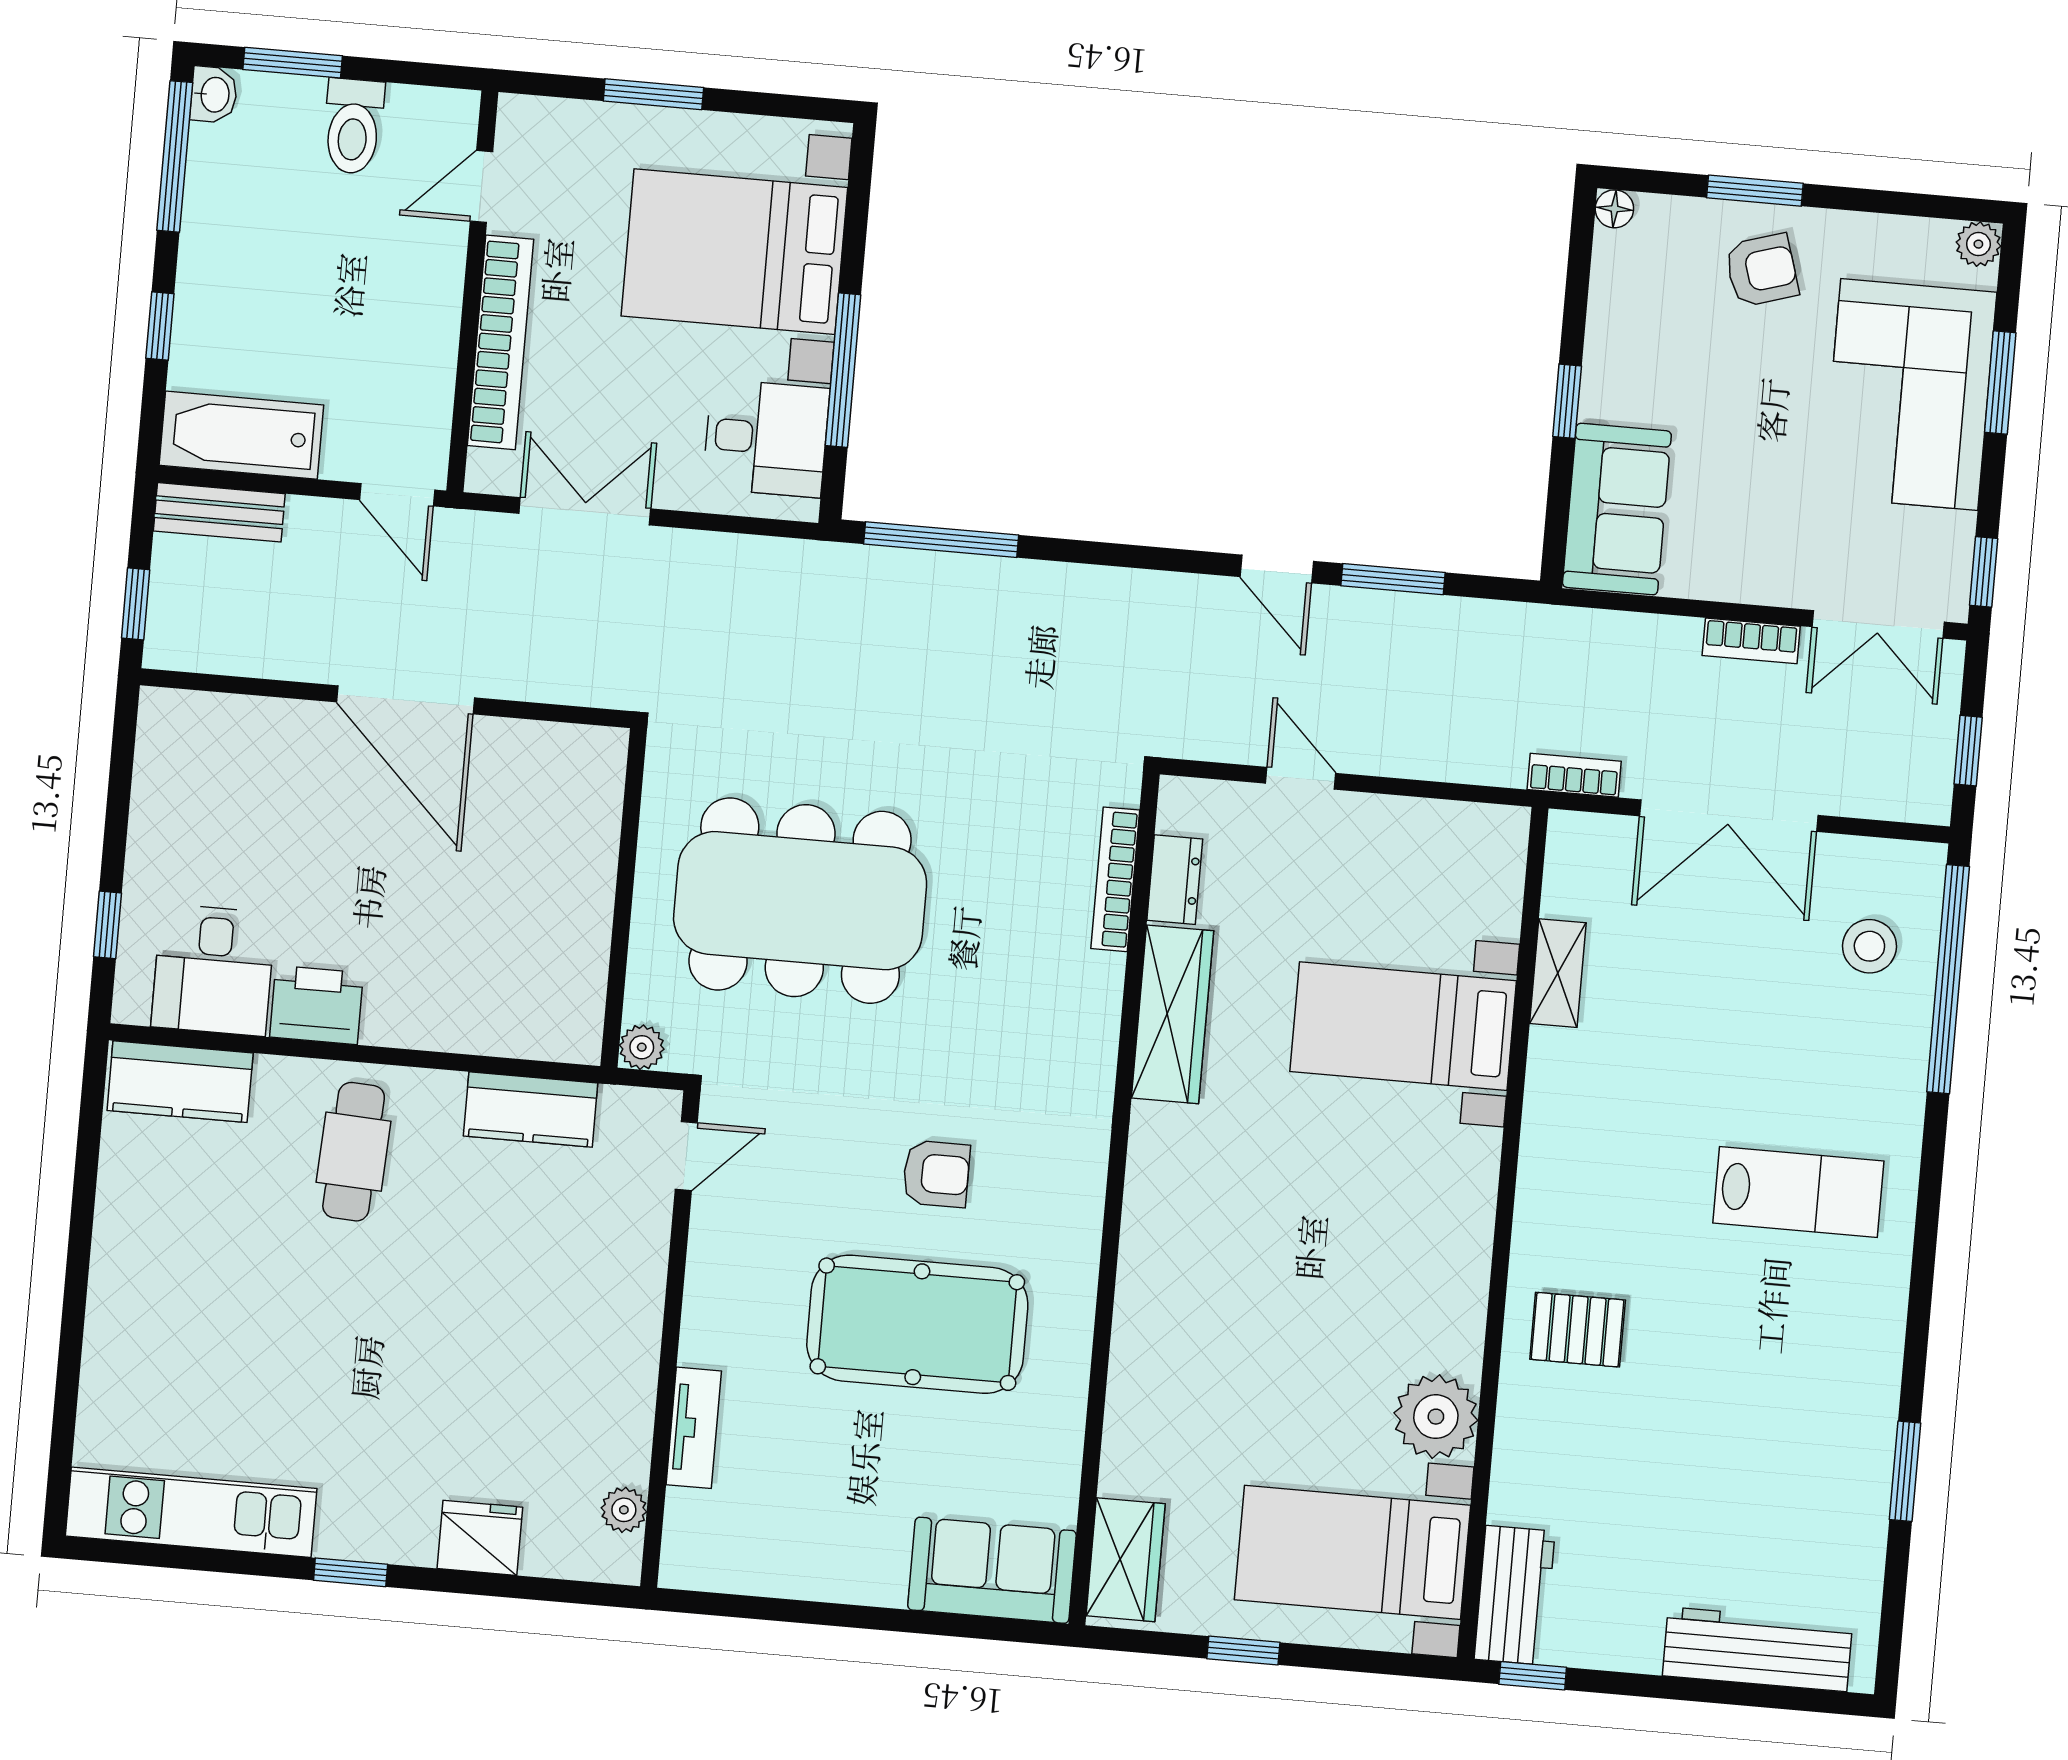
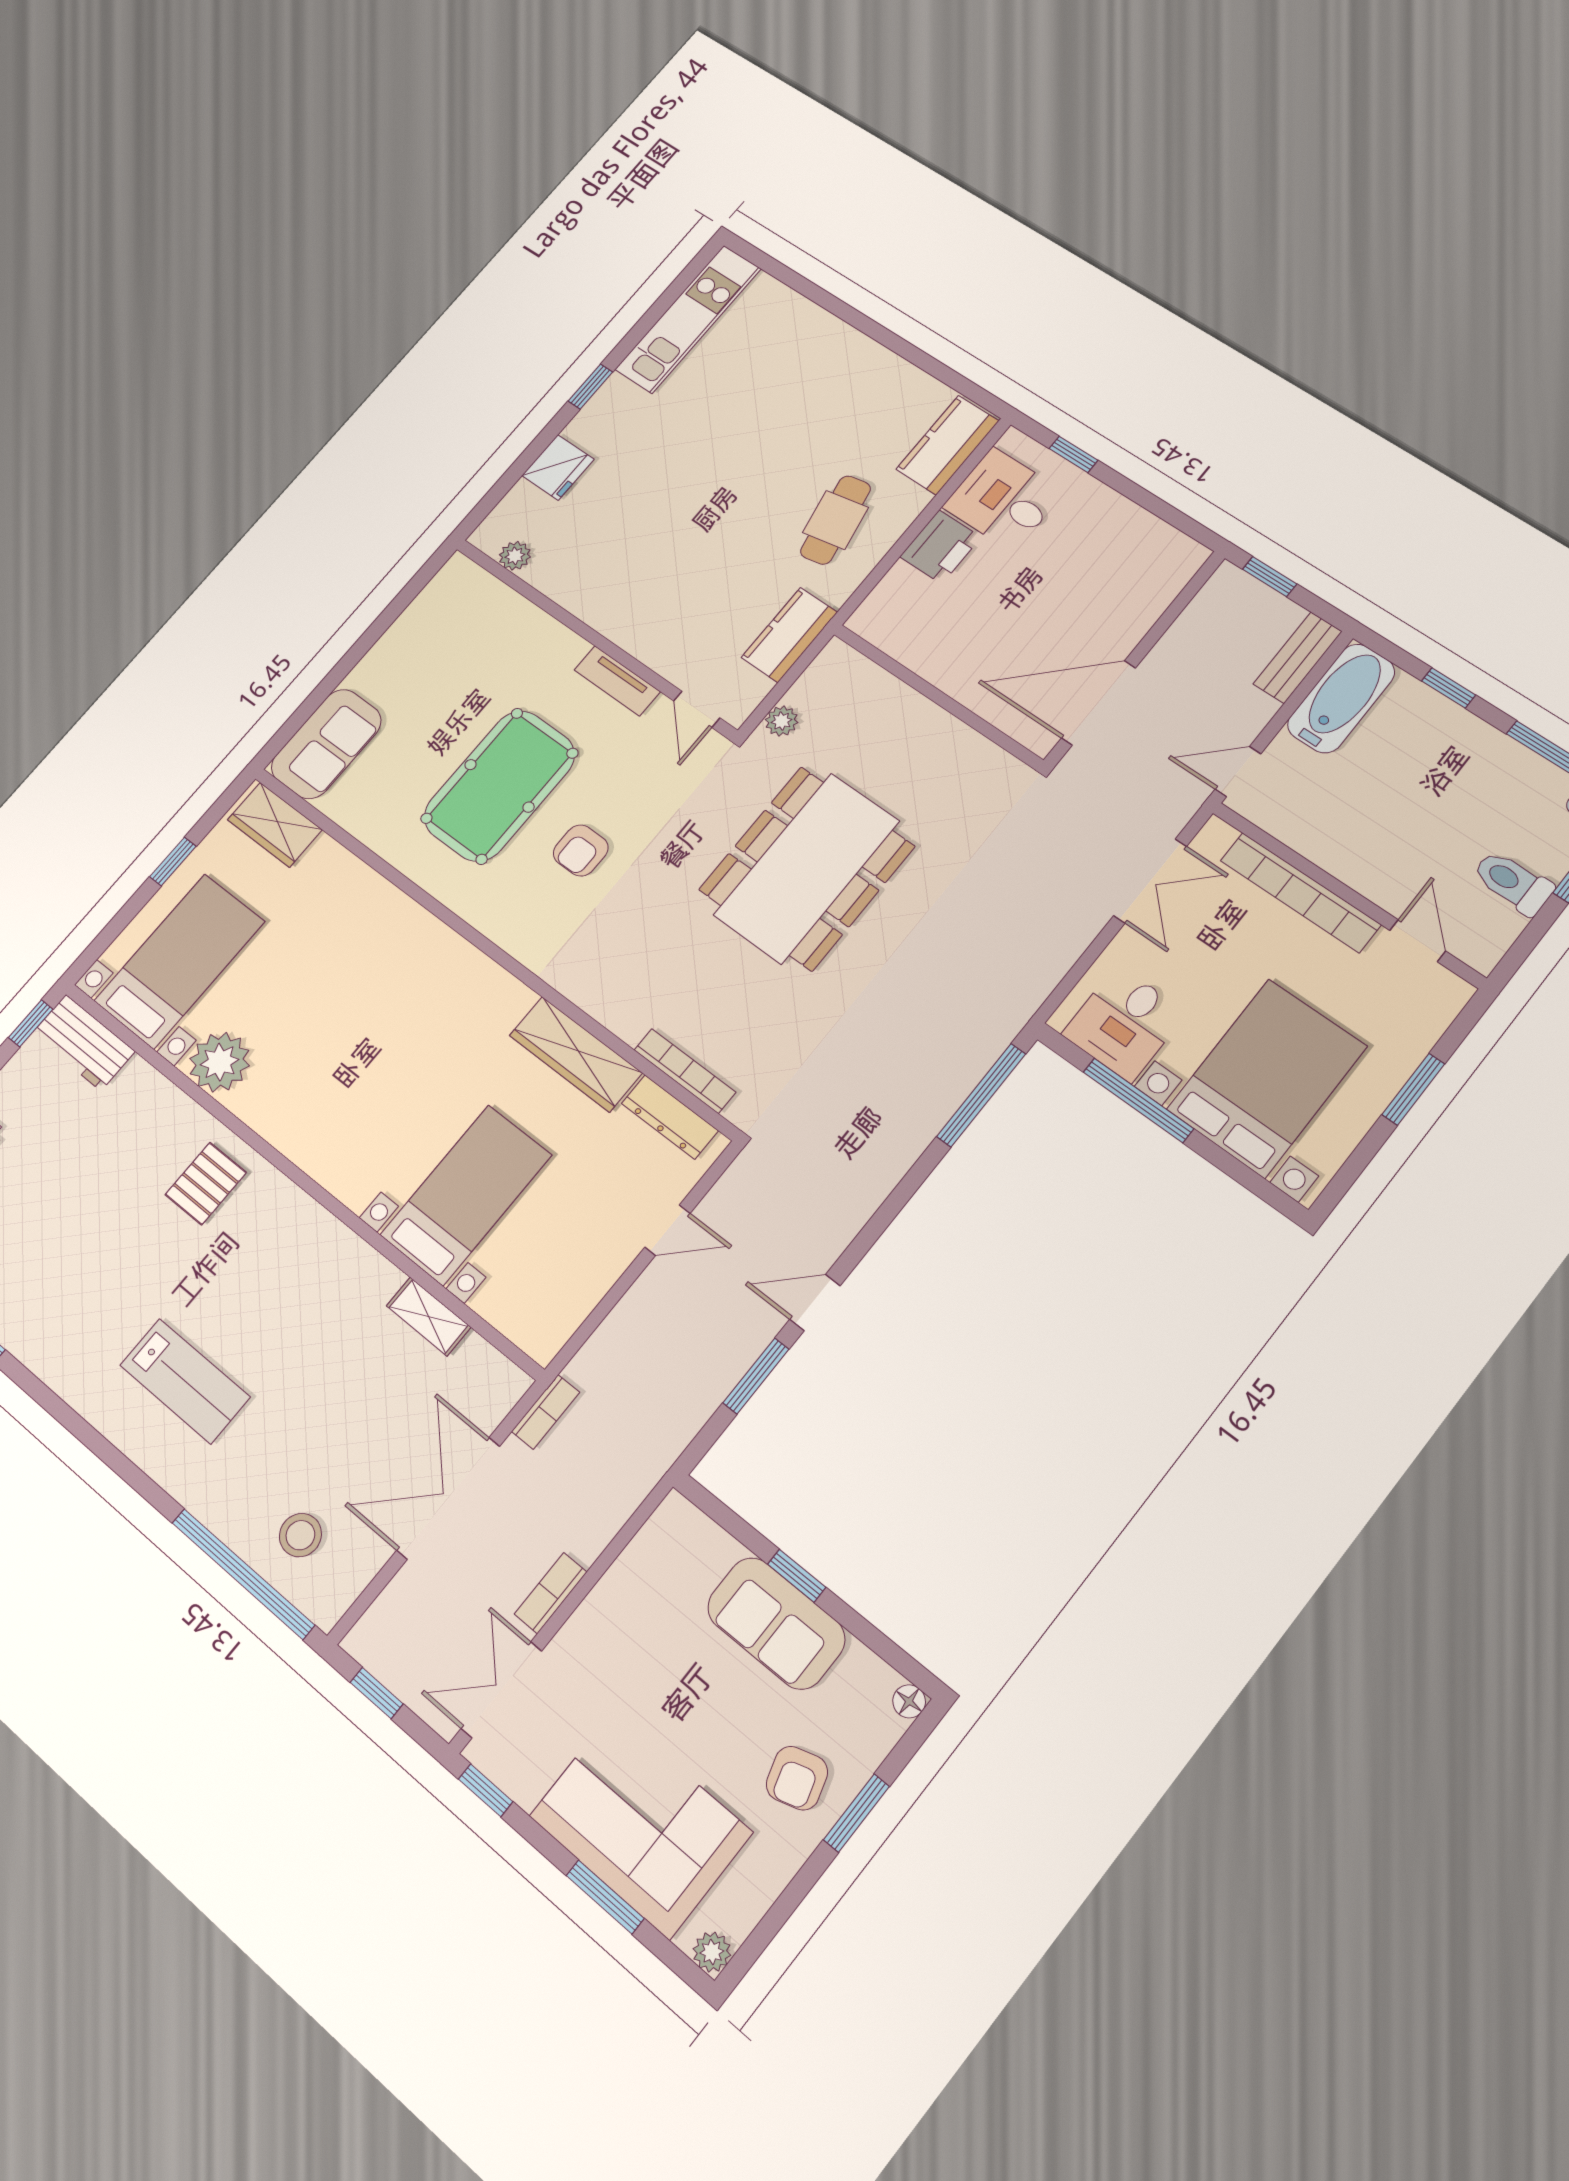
sofa: (1617, 509) -> (776, 1623), moved
dresser: (1175, 880) -> (670, 1117), width x1.44
wall: (624, 898) -> (937, 696), moved
cafe table: (354, 1152) -> (836, 520), turned 76
lab bench: (1798, 1192) -> (185, 1381), turned -90
tv unit: (694, 1428) -> (617, 681), moved

